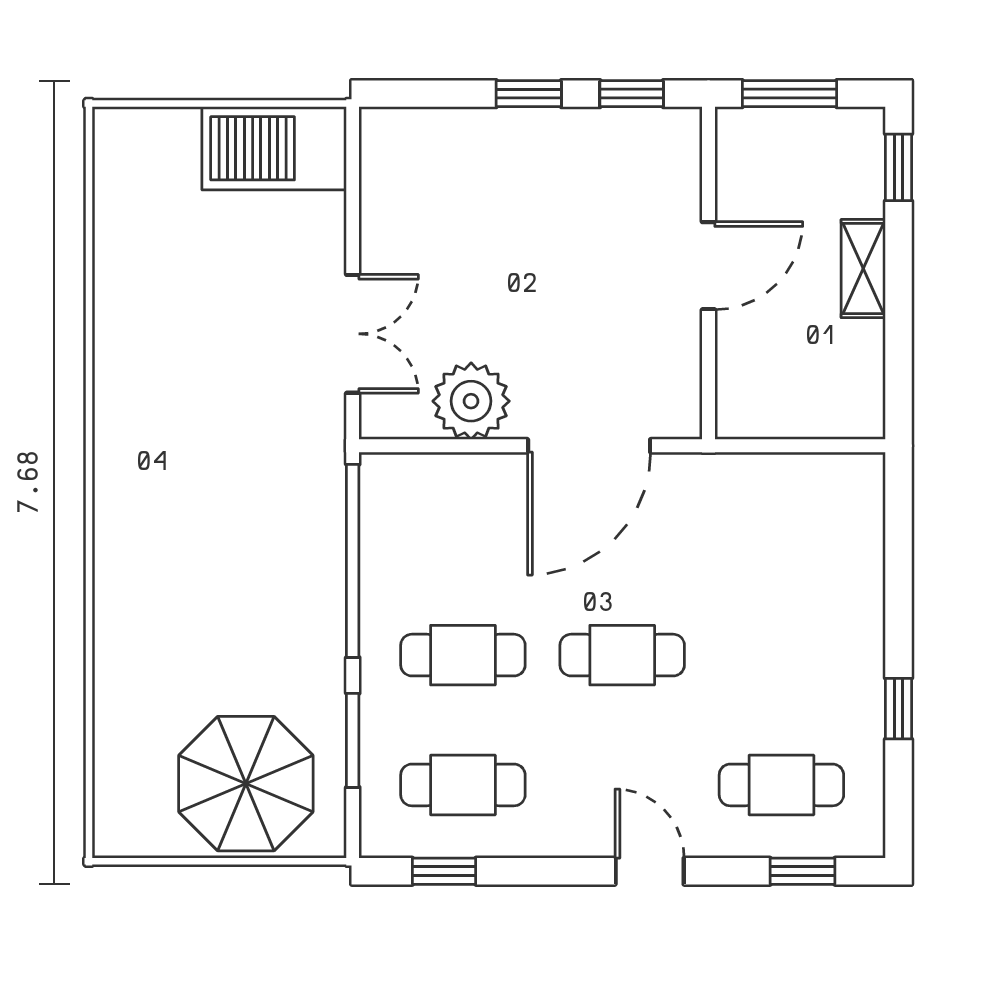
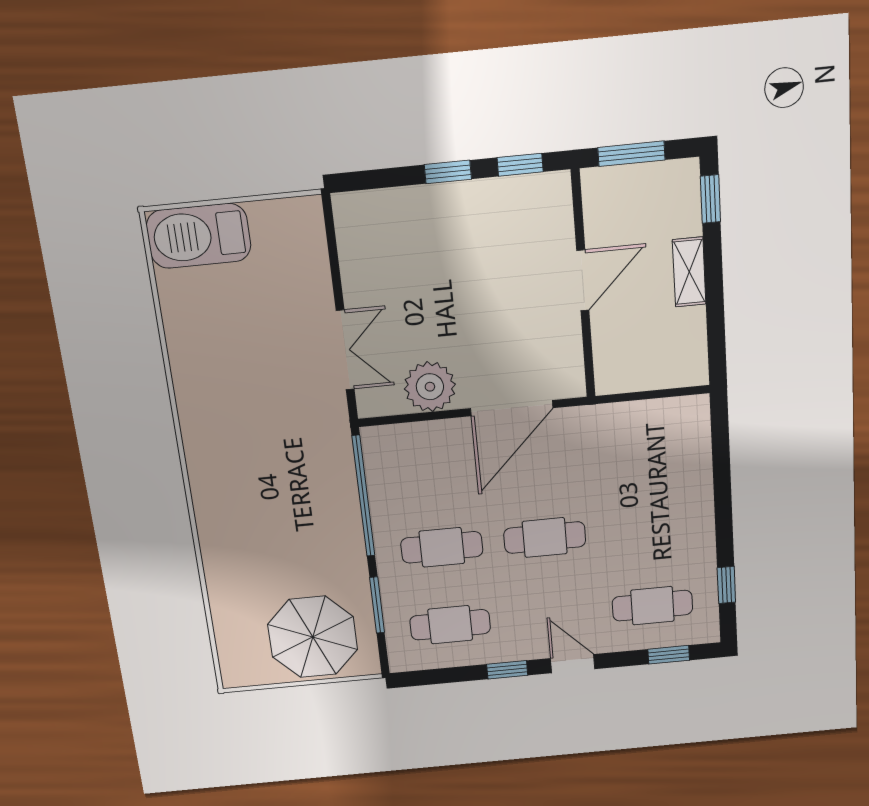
barbecue: (274, 148) -> (199, 236), moved
window: (898, 709) -> (726, 585), moved
window: (444, 871) -> (507, 670), moved

